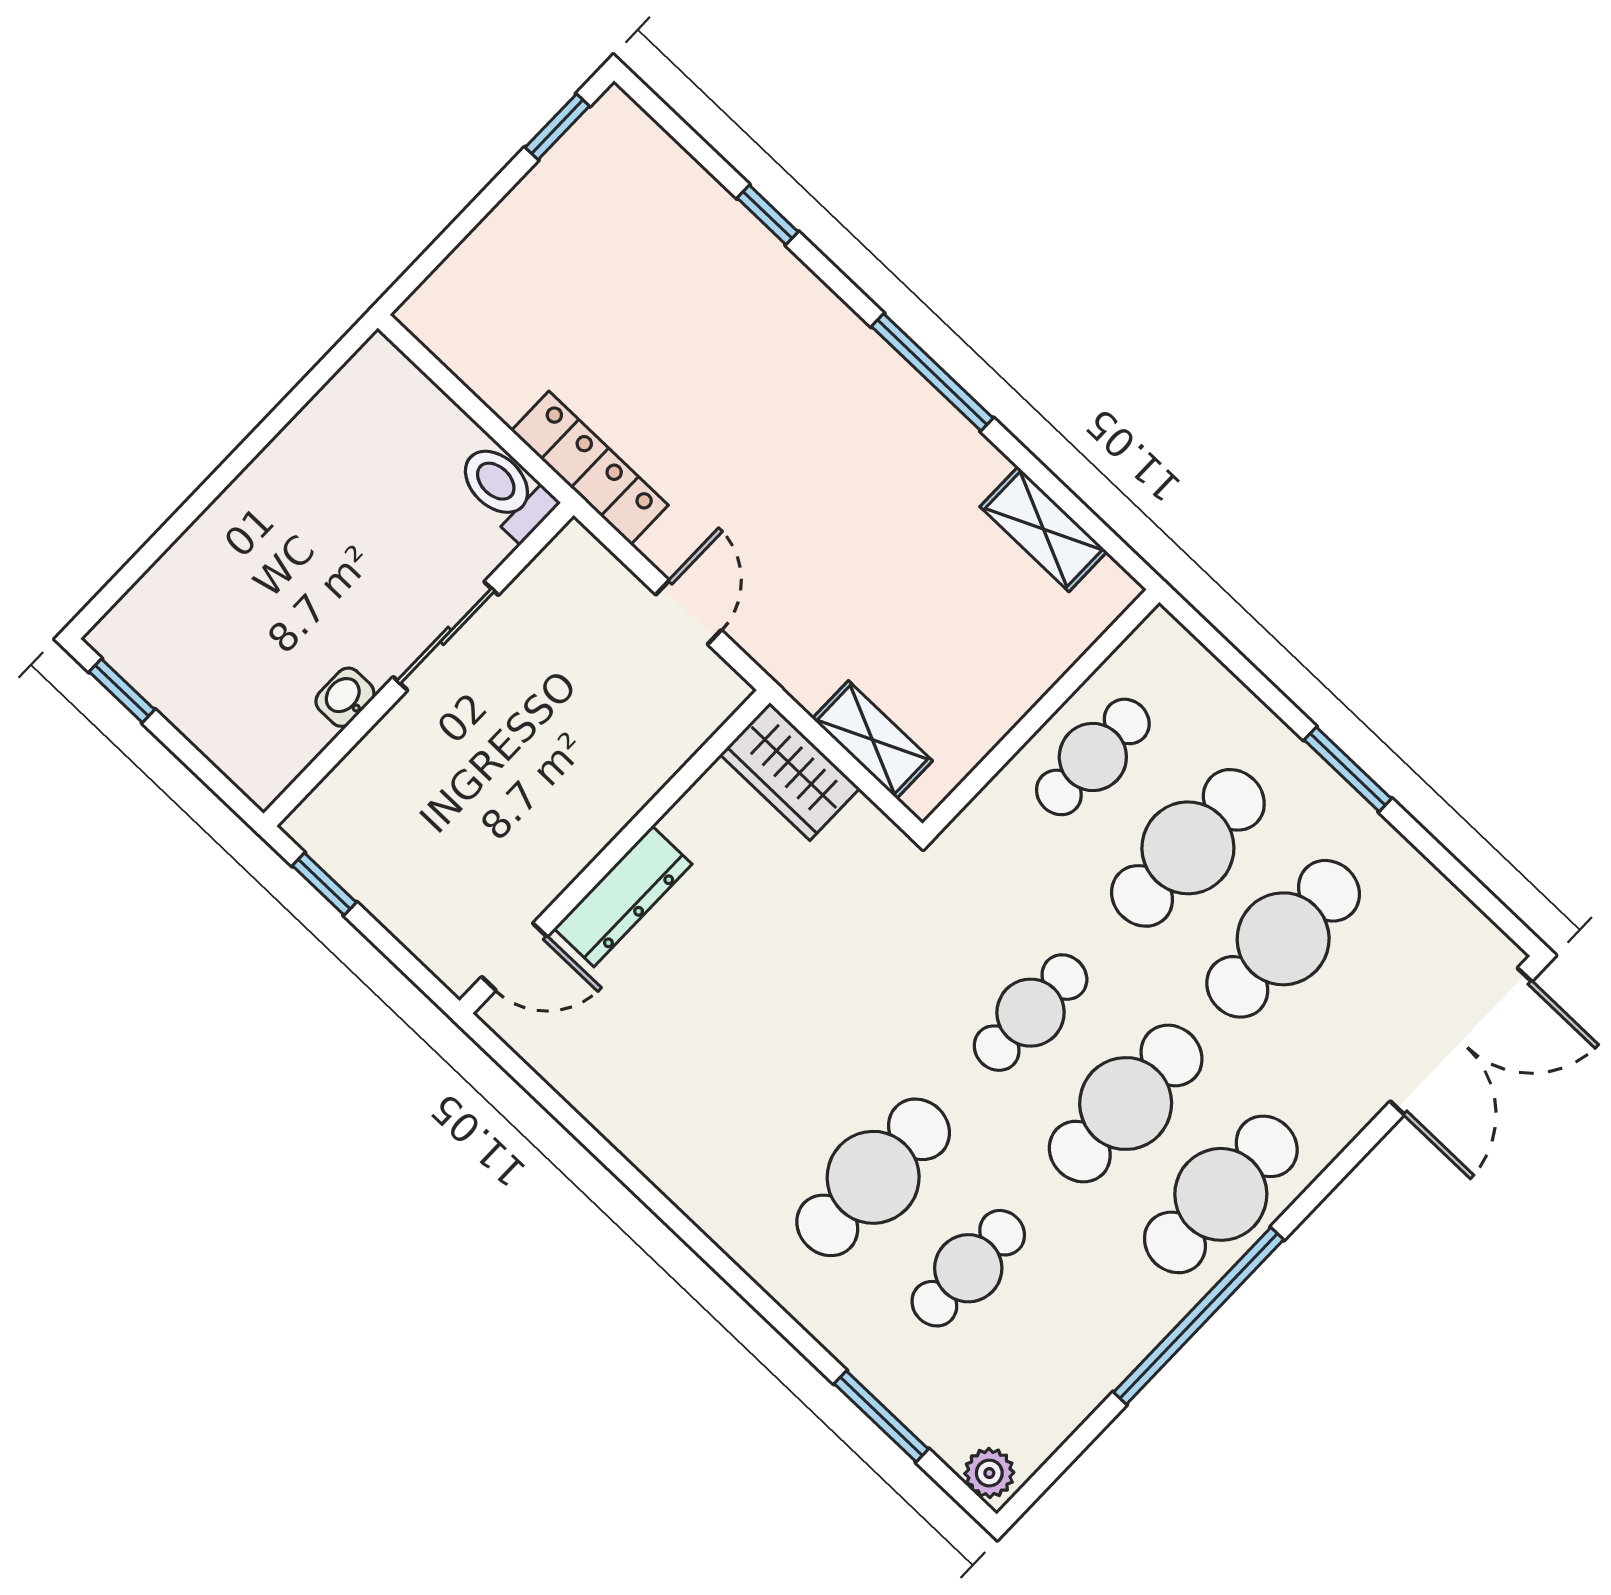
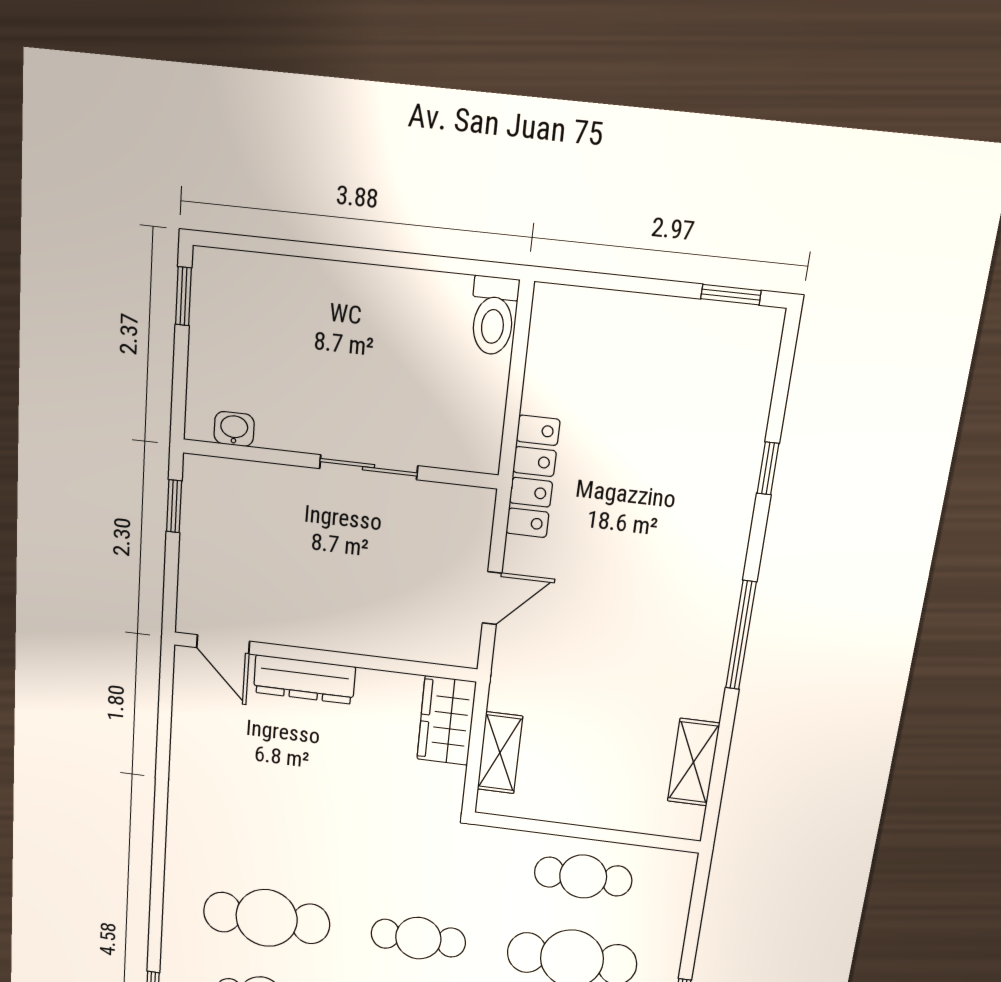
toilet: (506, 490) -> (494, 316), moved, turned 180
washbasin: (345, 697) -> (234, 429), moved

